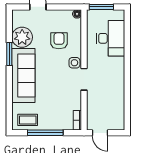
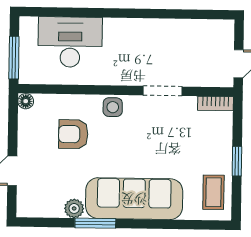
plant: (22, 37) -> (74, 208), width x0.53, depth x0.53
doorway: (84, 79) -> (163, 91), moved
window: (45, 133) -> (237, 161), width x0.46

